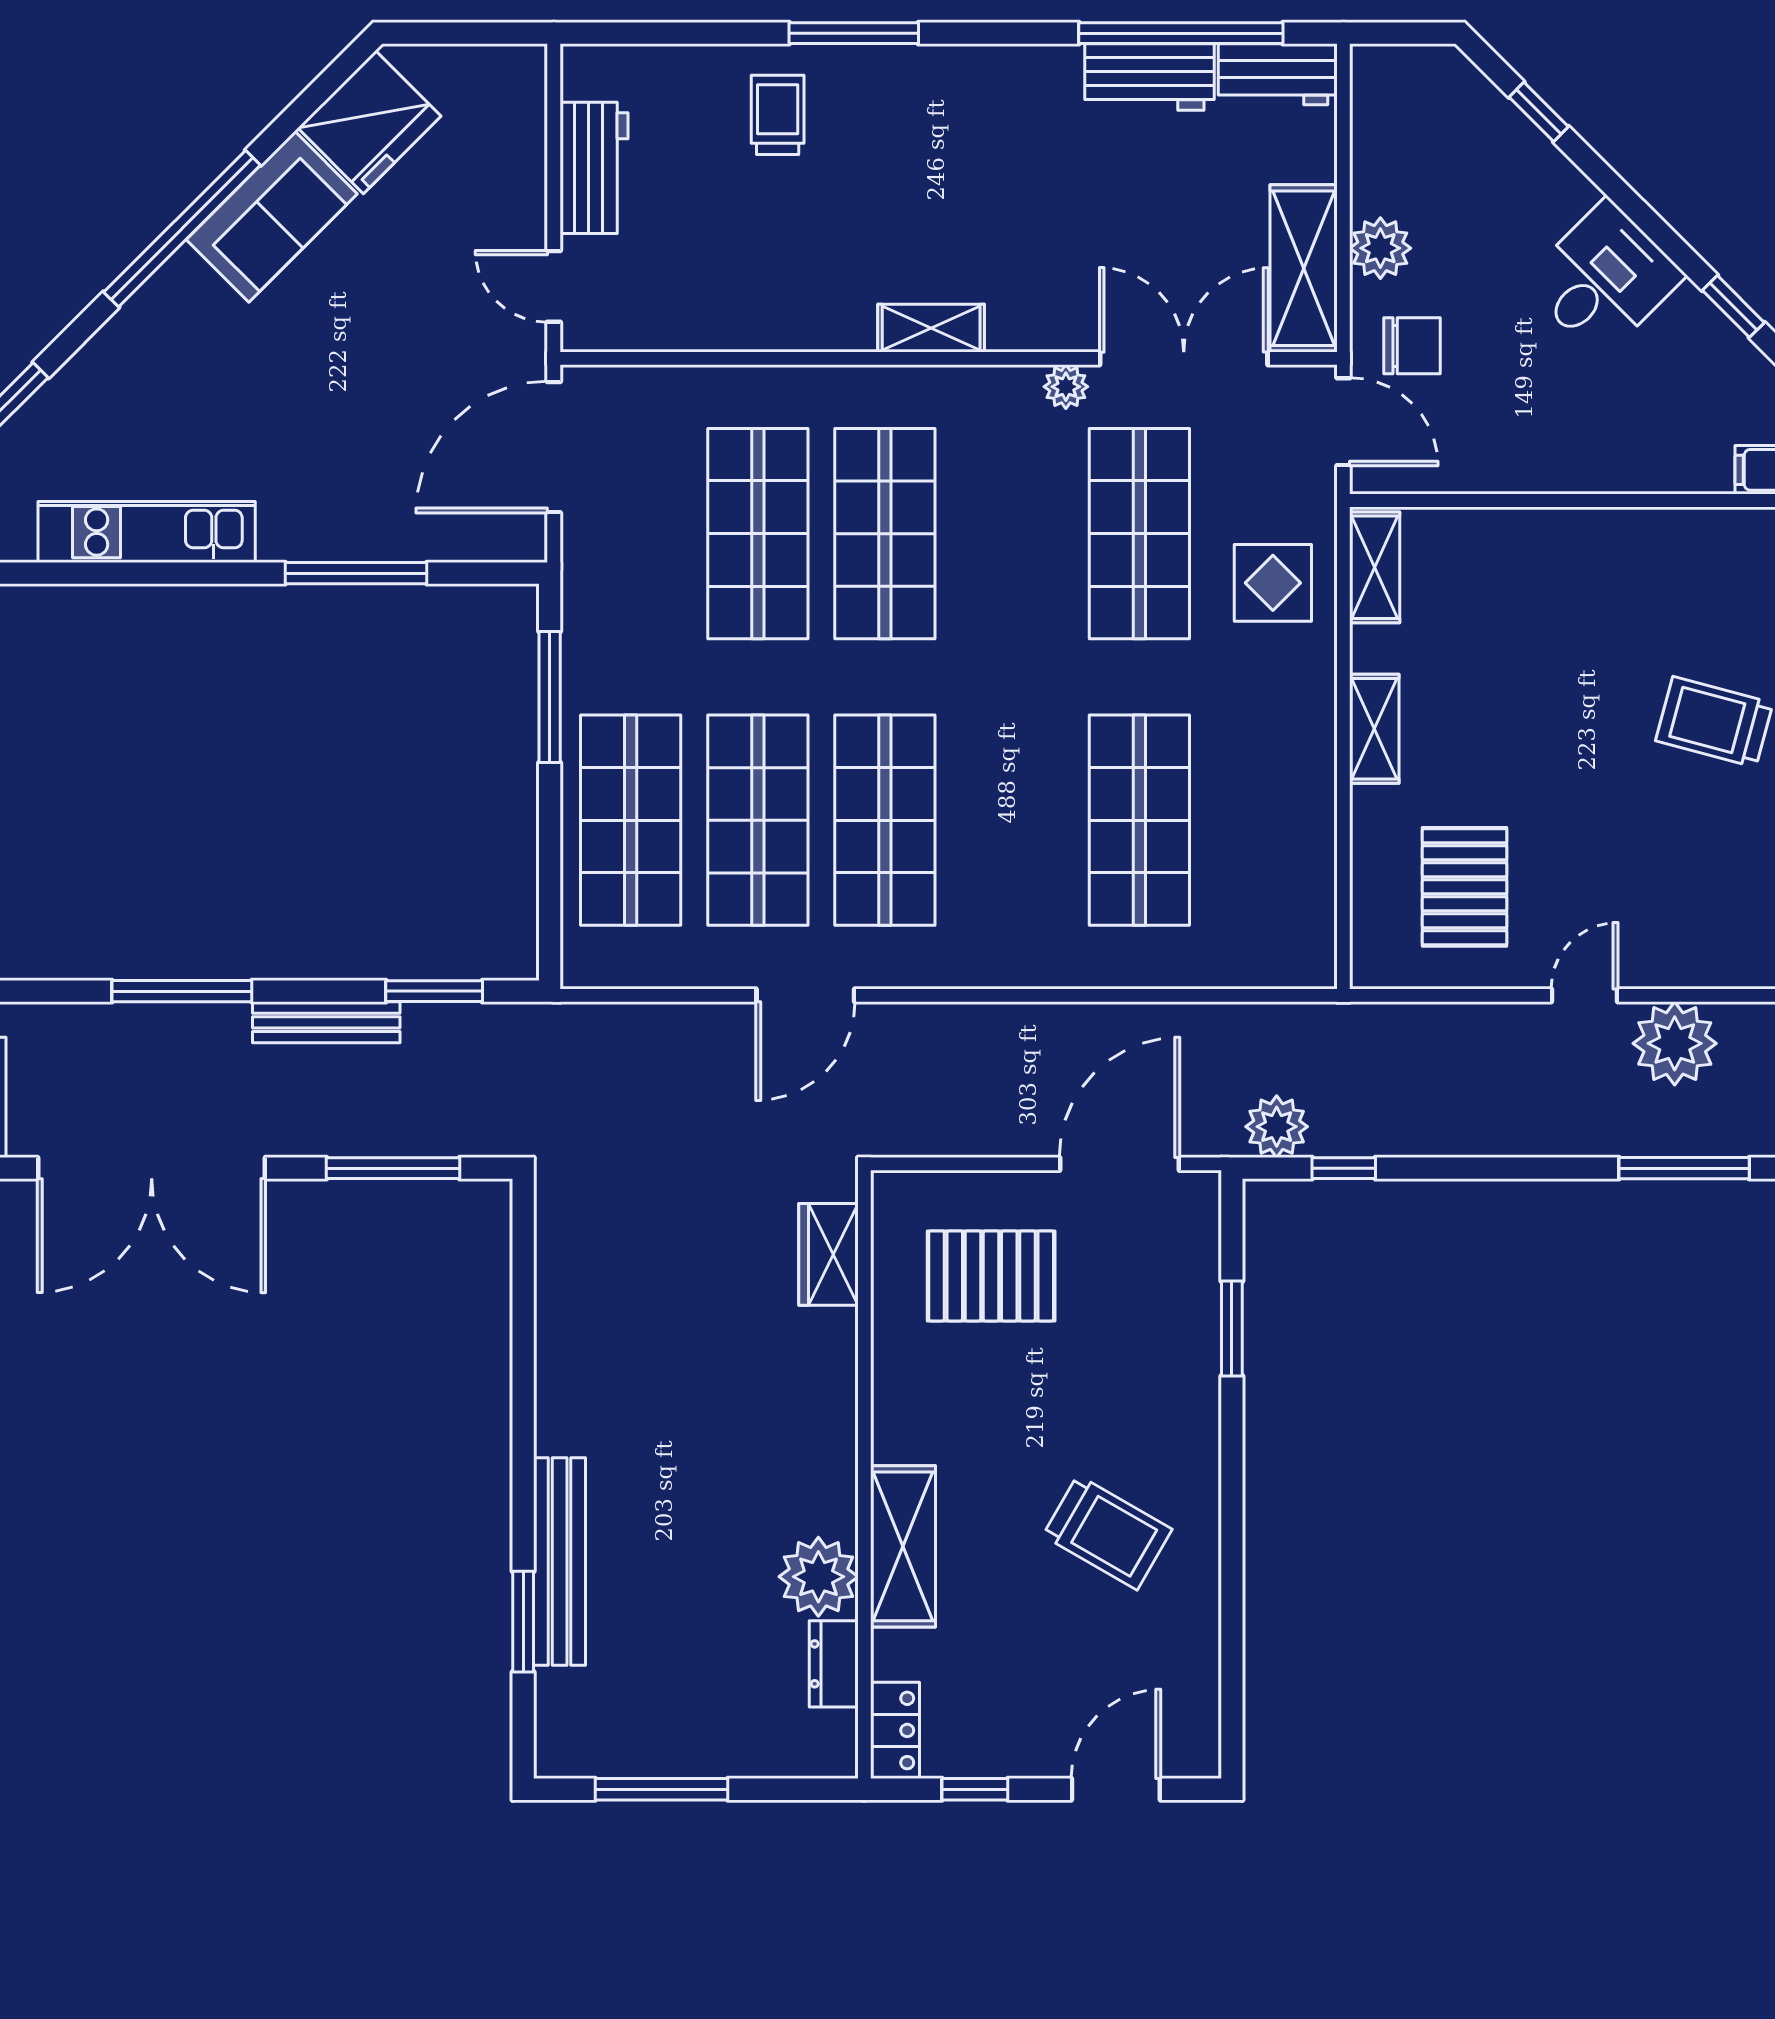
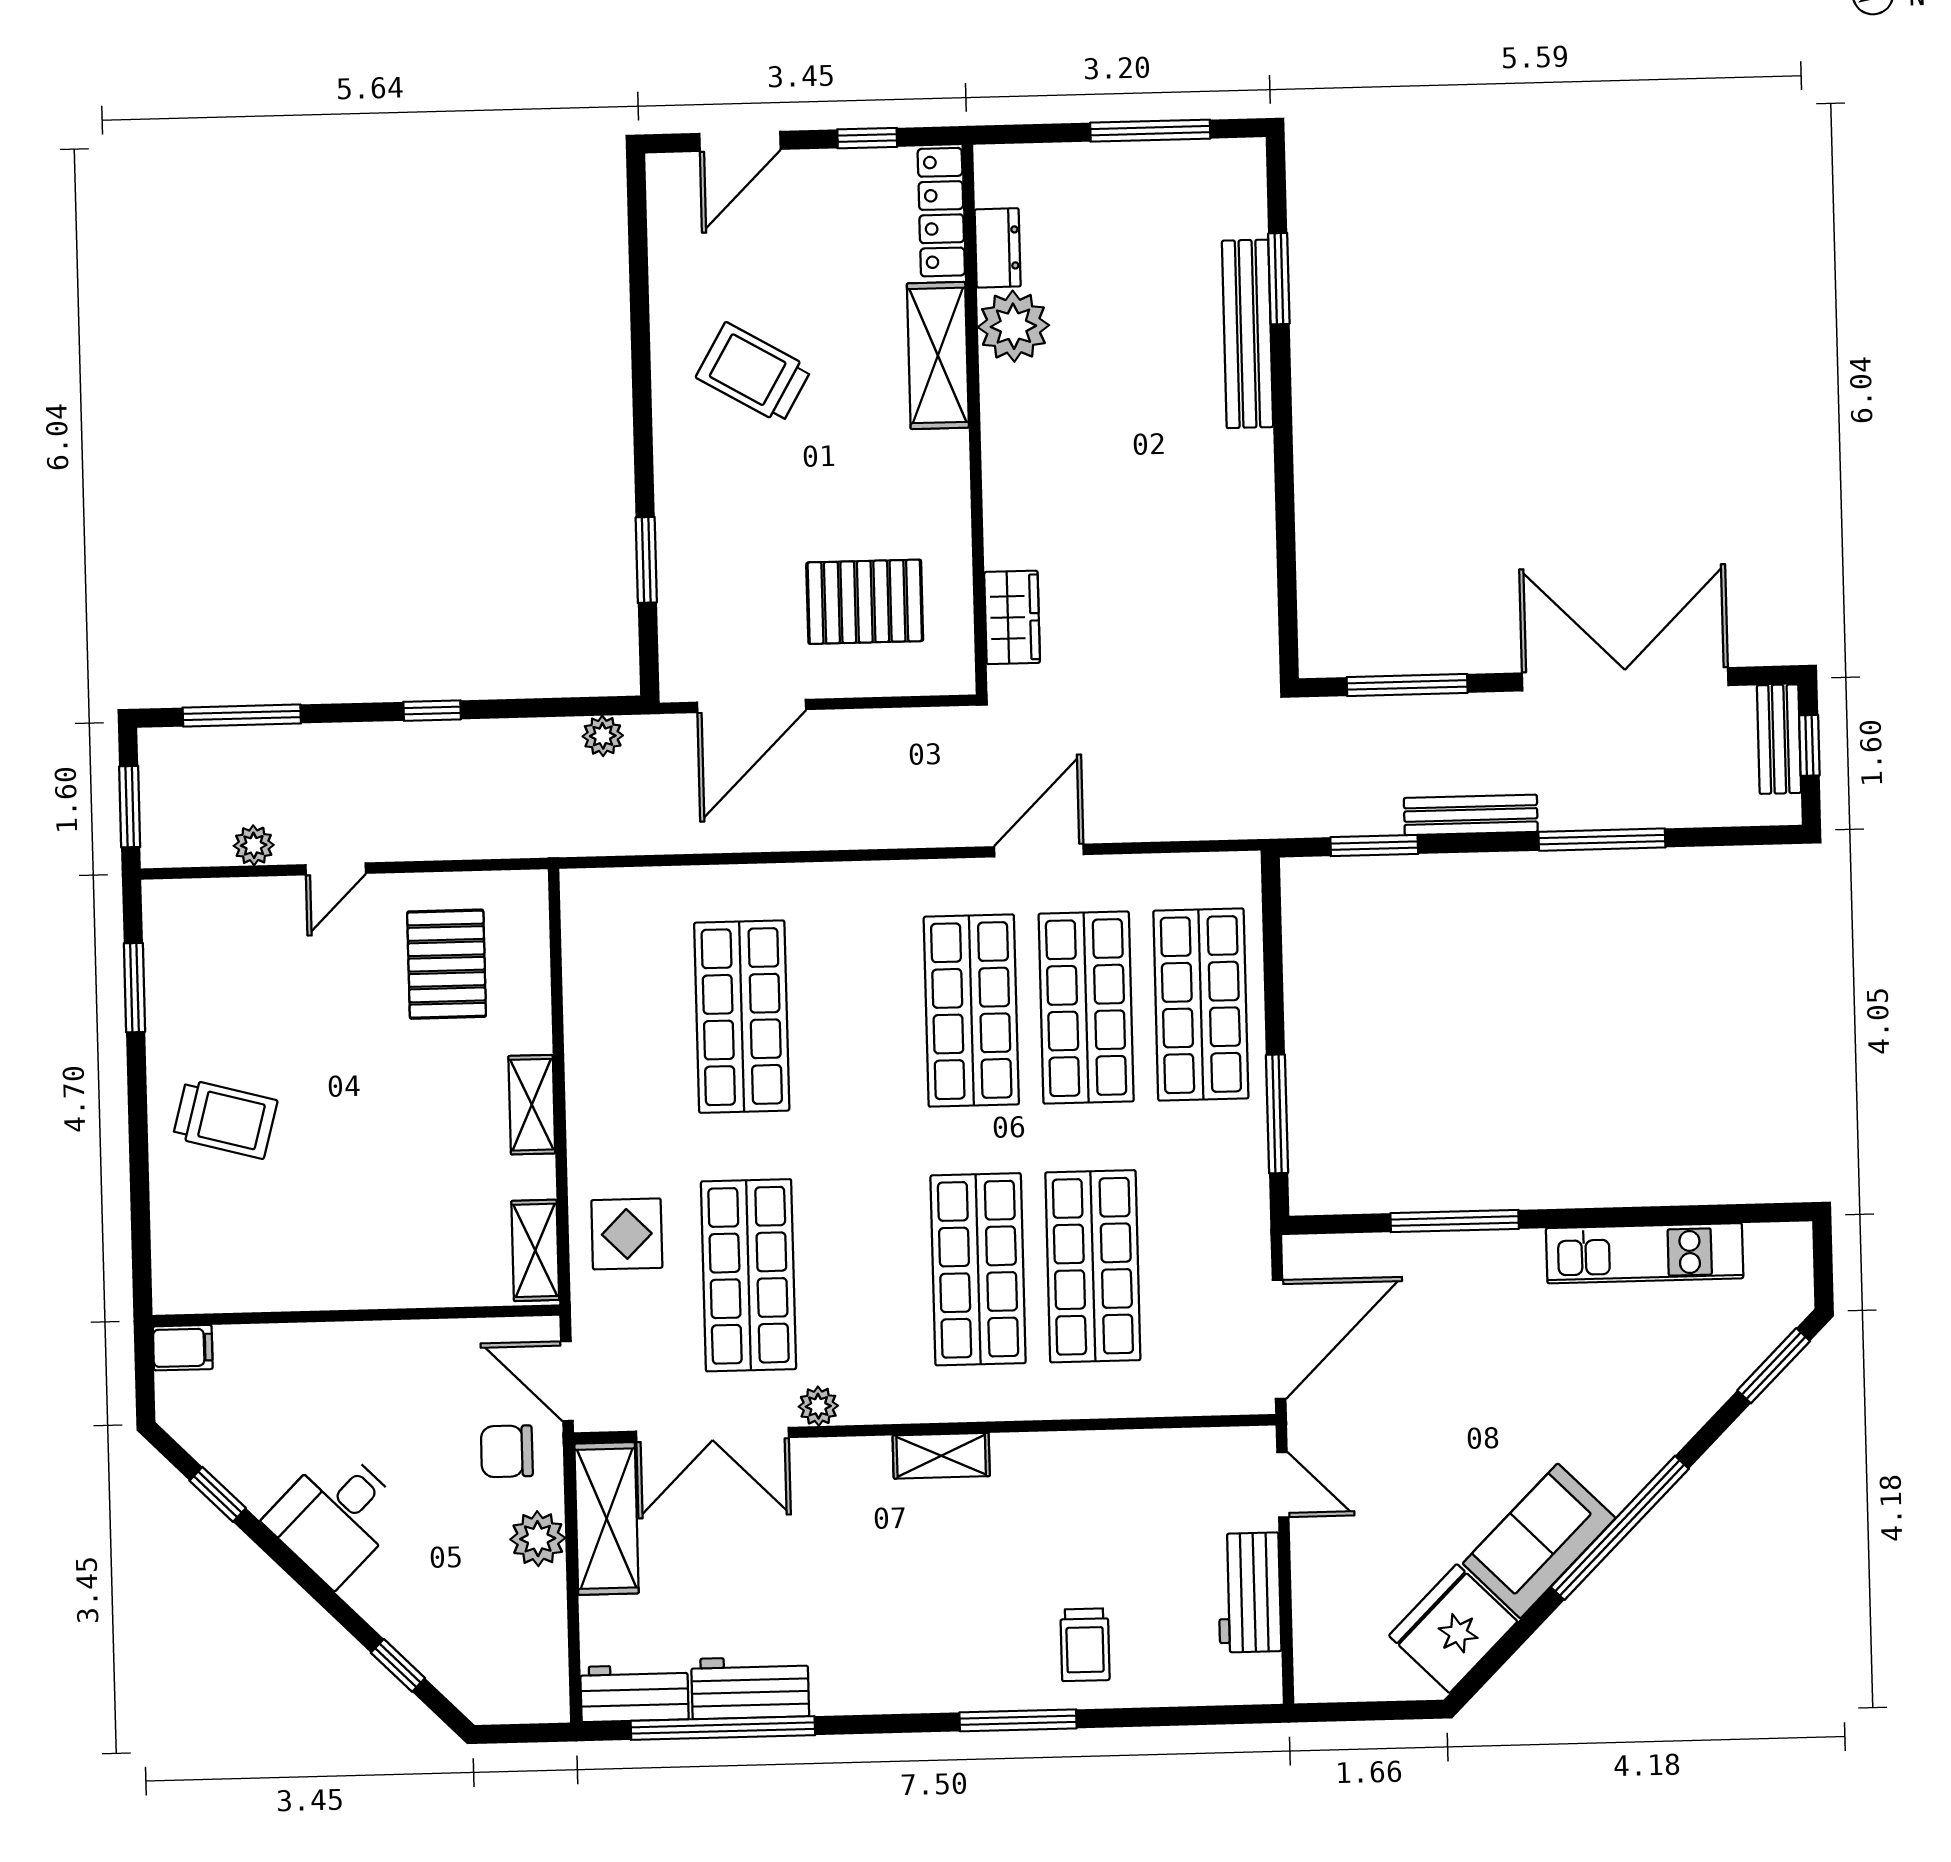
plant: (1675, 1043) -> (254, 845), width x0.53, depth x0.53
plant: (1277, 1127) -> (603, 736), width x0.73, depth x0.73
window: (1344, 1168) -> (432, 711), moved
locker: (895, 1730) -> (941, 212), width x1.53

